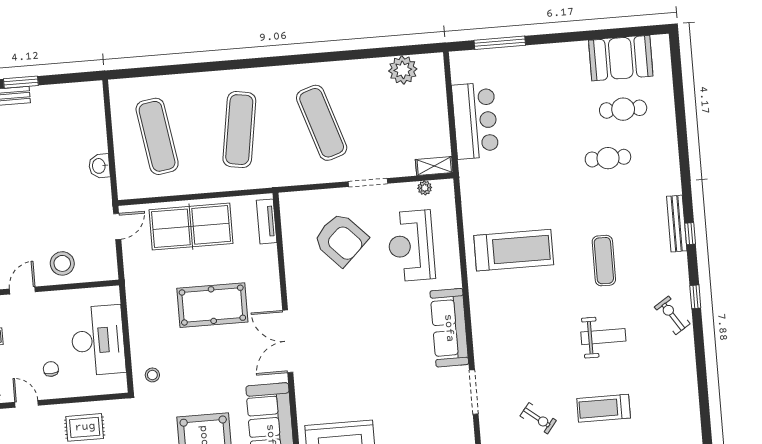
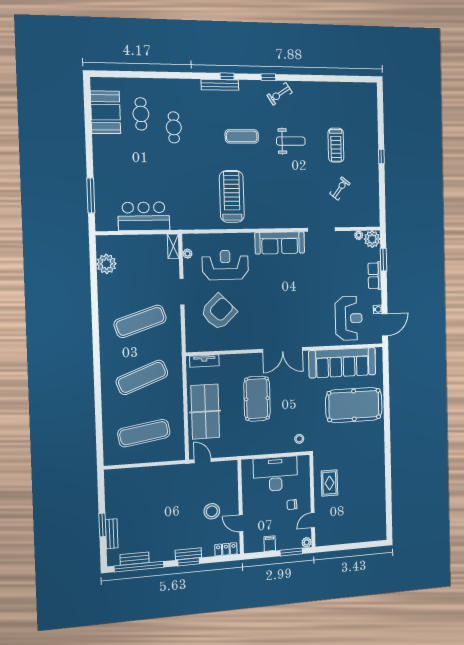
exercise mat: (239, 130) -> (142, 377), turned -30
washbasin: (99, 166) -> (162, 472), removed
reception desk: (411, 246) -> (225, 265), turned 180
stool: (62, 263) -> (212, 511), moved
weight bench: (603, 337) -> (291, 141), turned 90

